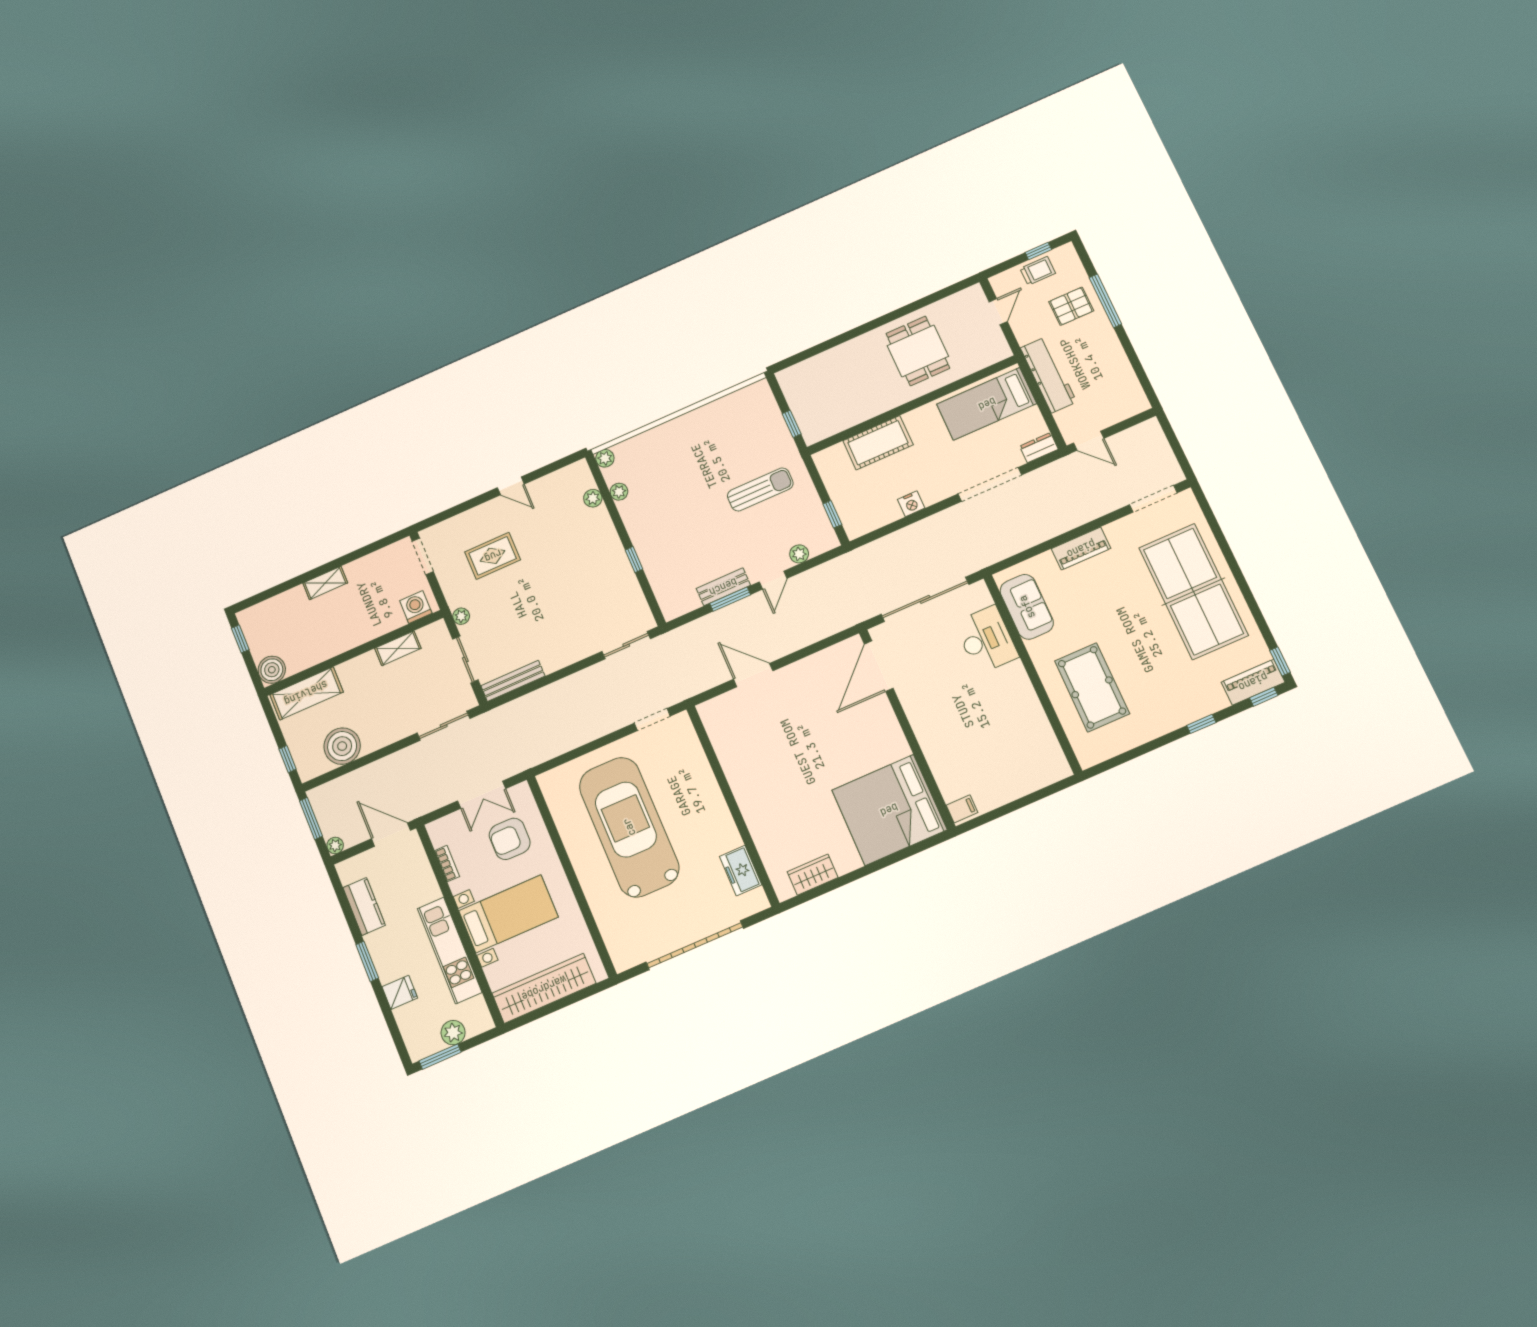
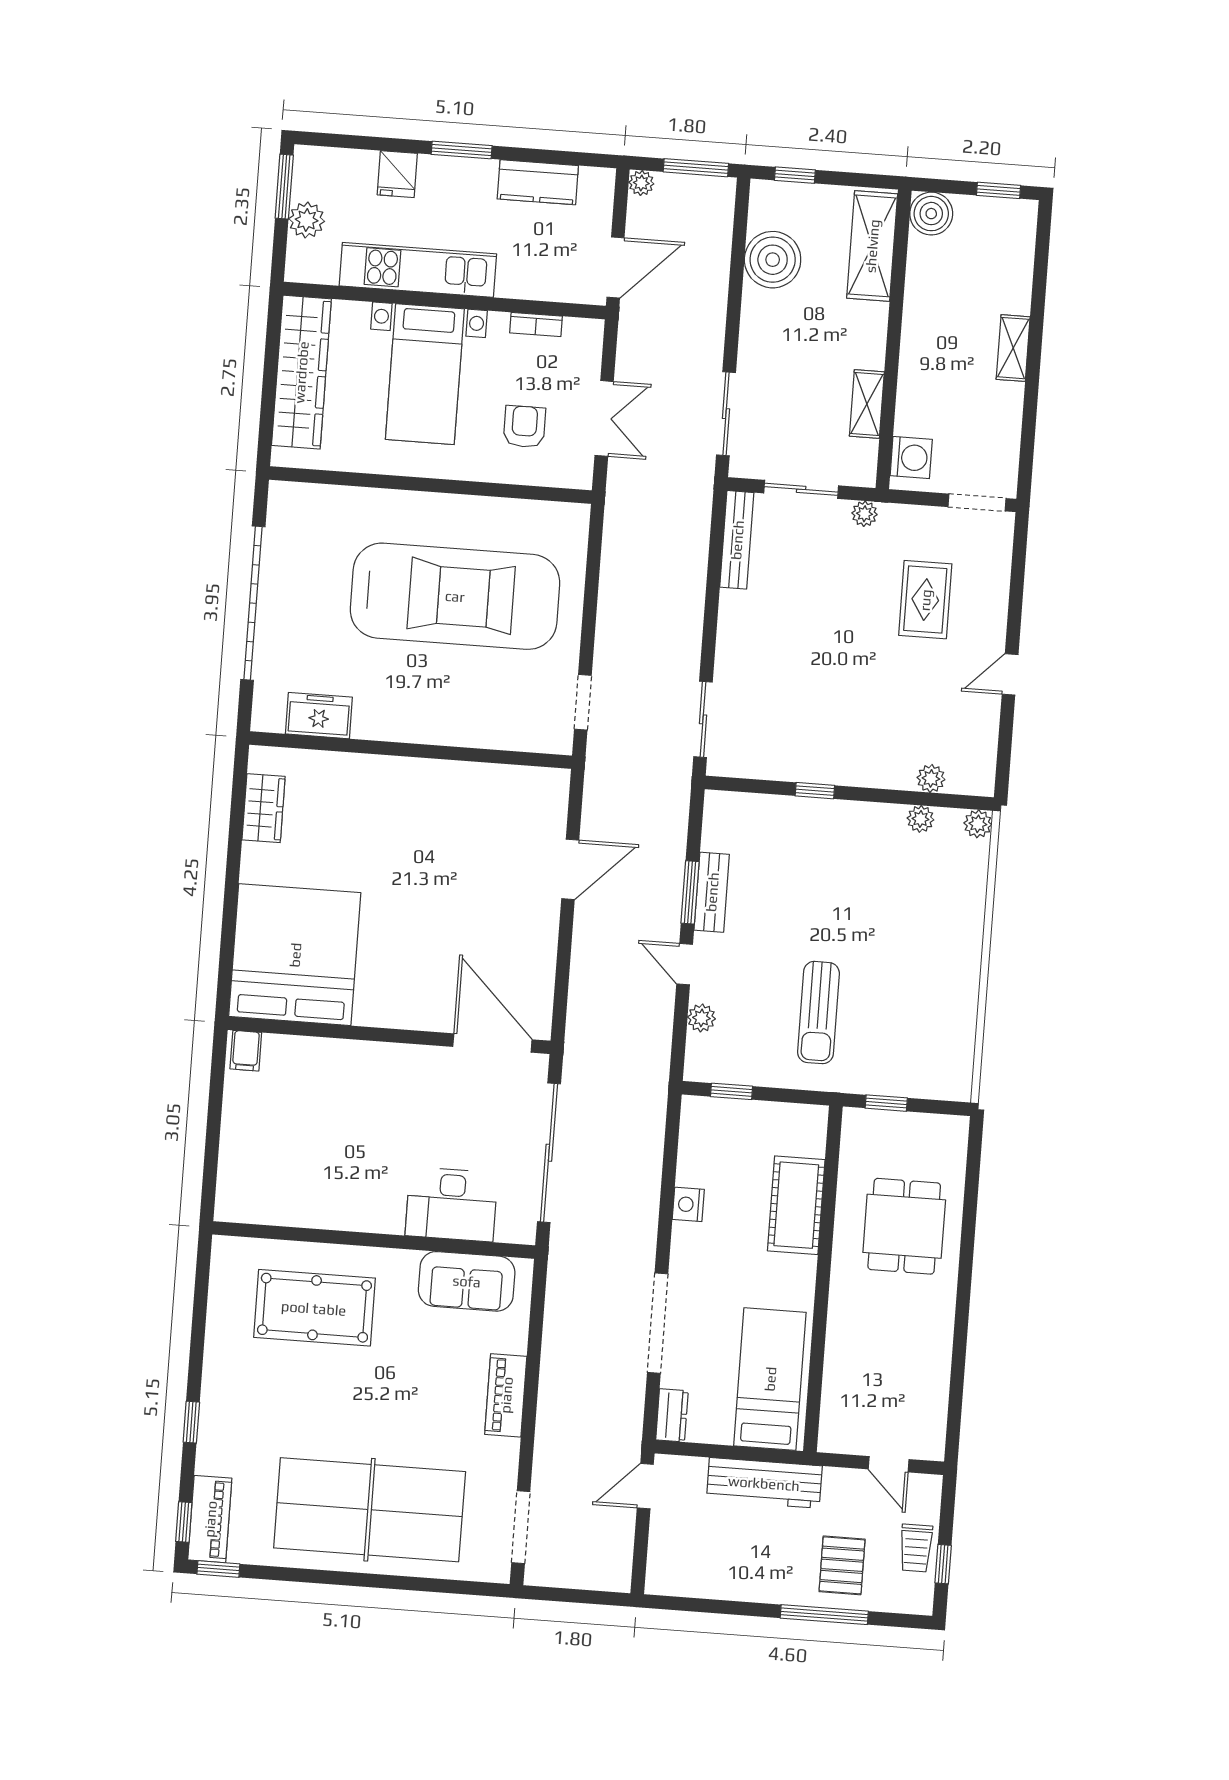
dining table: (918, 351) -> (904, 1226), moved, turned 90
double door: (482, 795) -> (604, 418), swing flipped
armchair: (510, 839) -> (524, 427), width x0.72, depth x0.72

